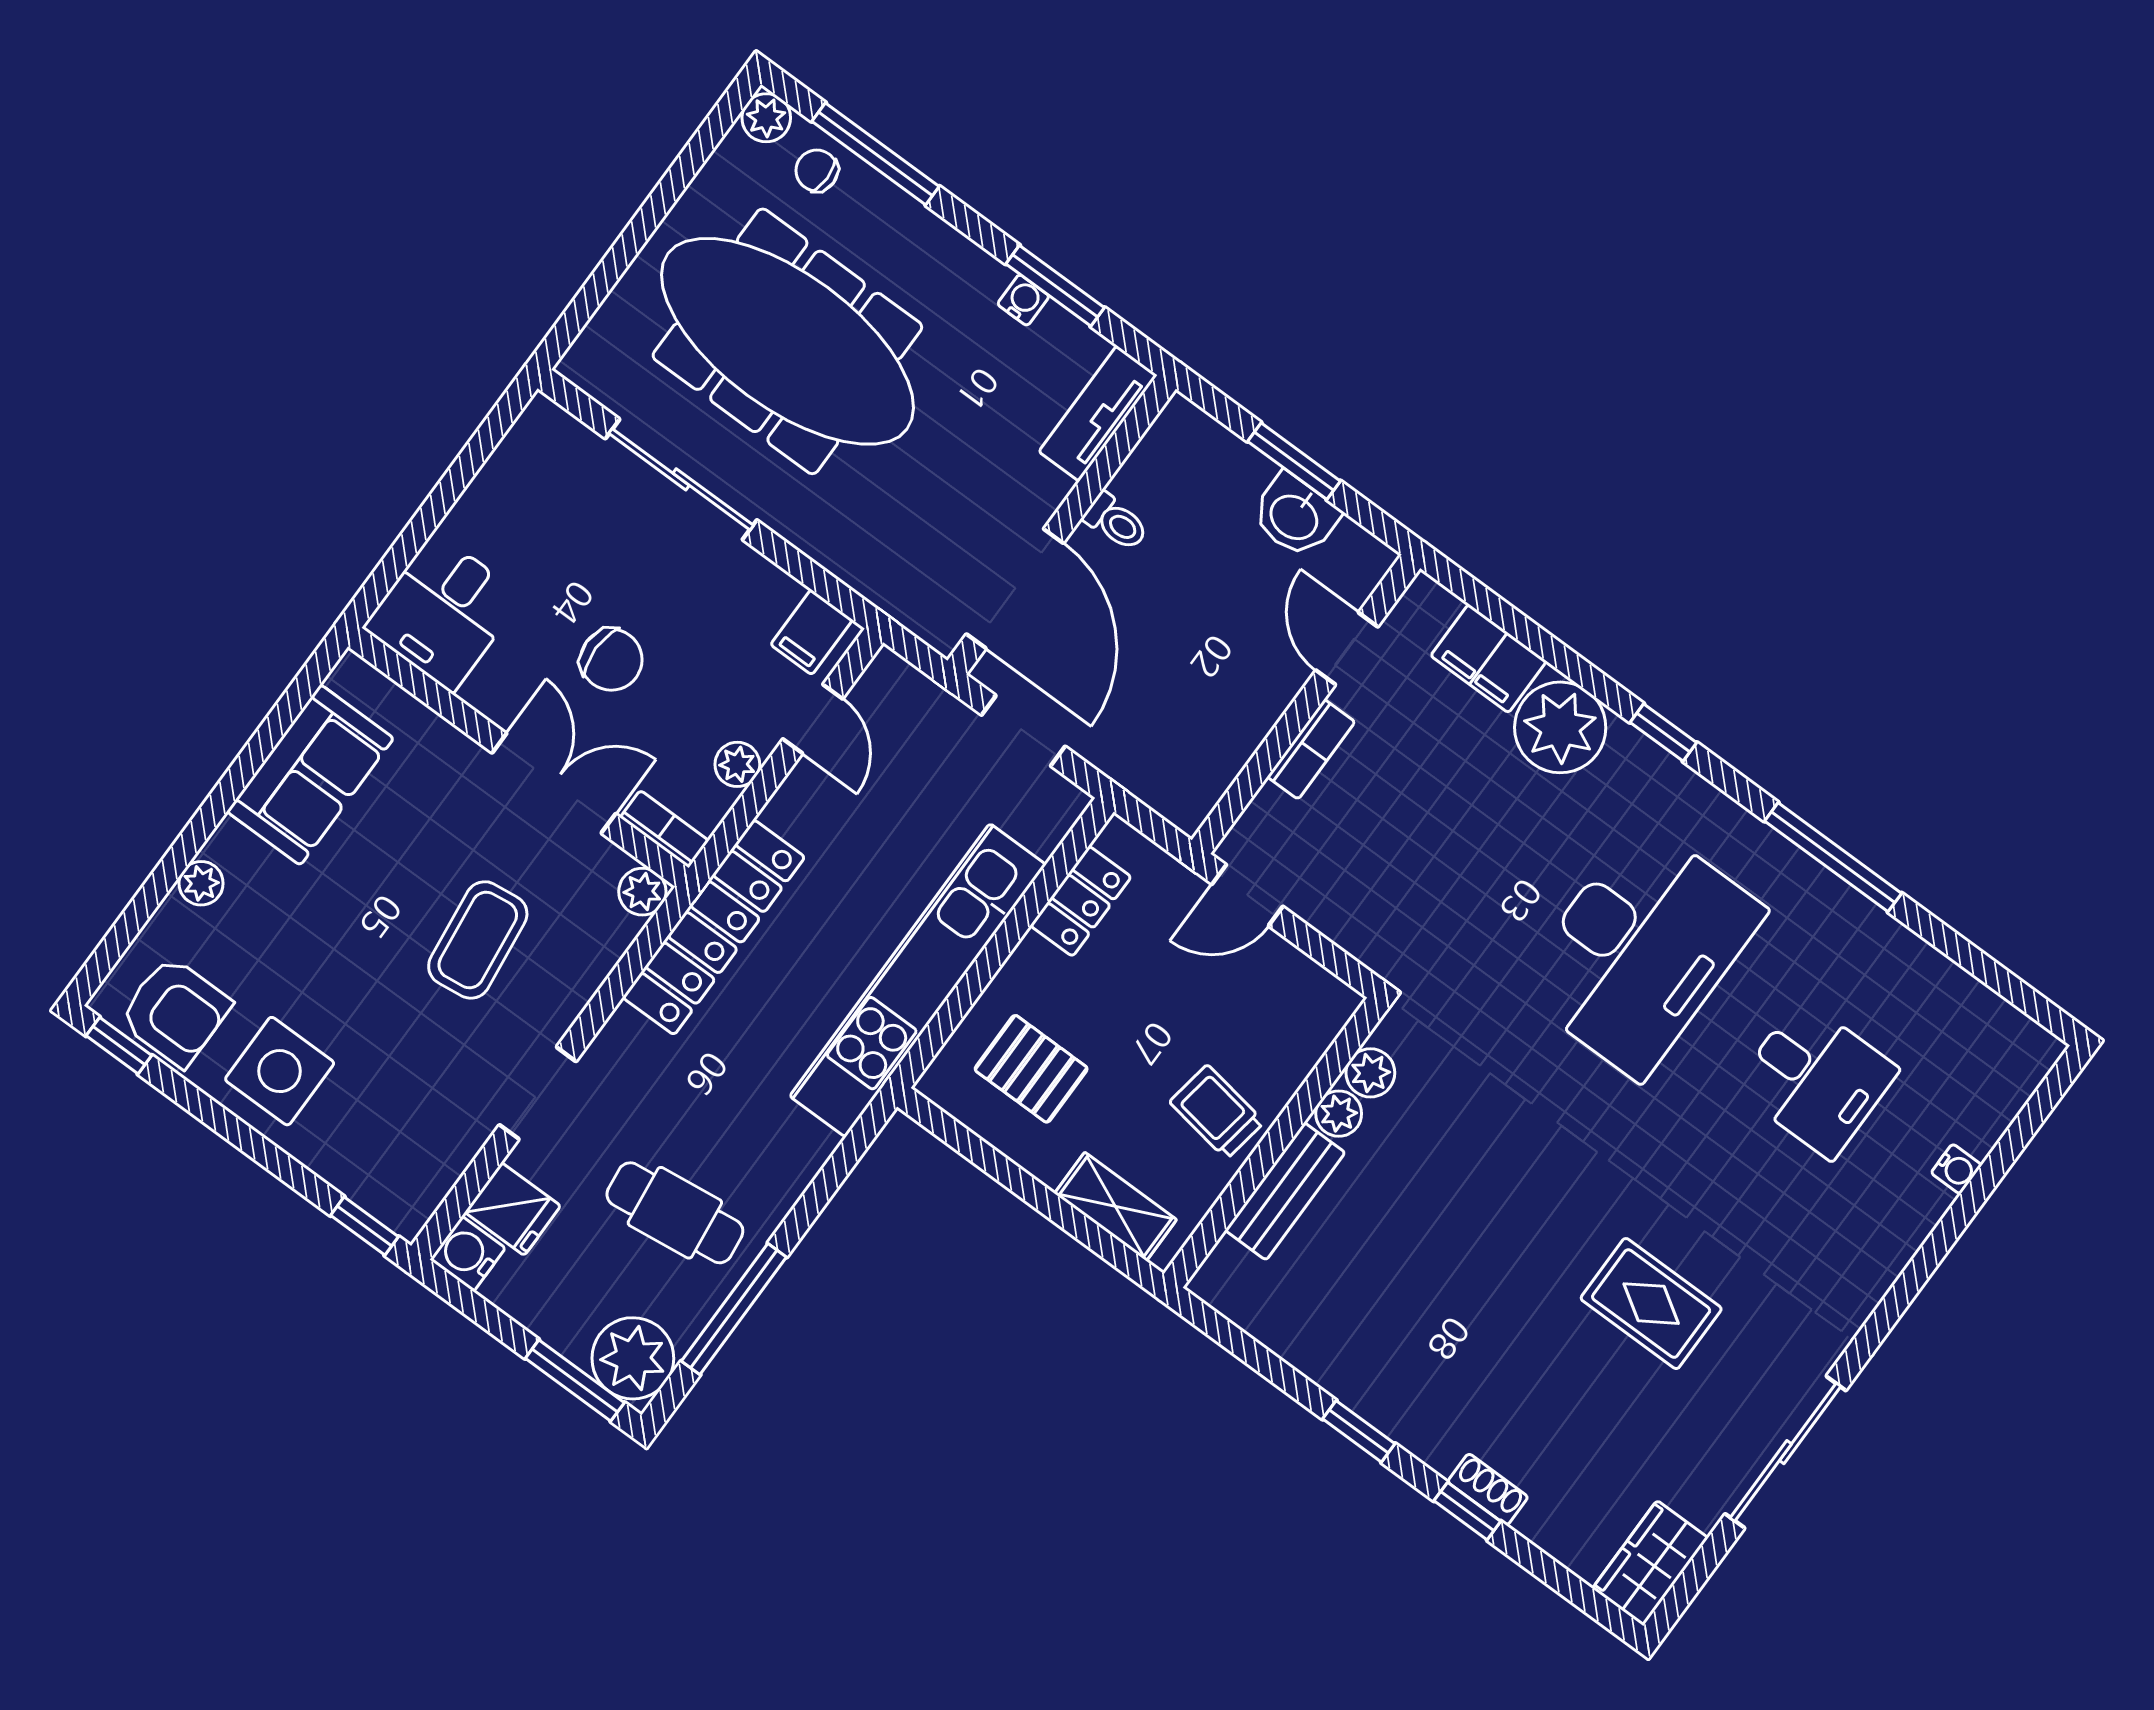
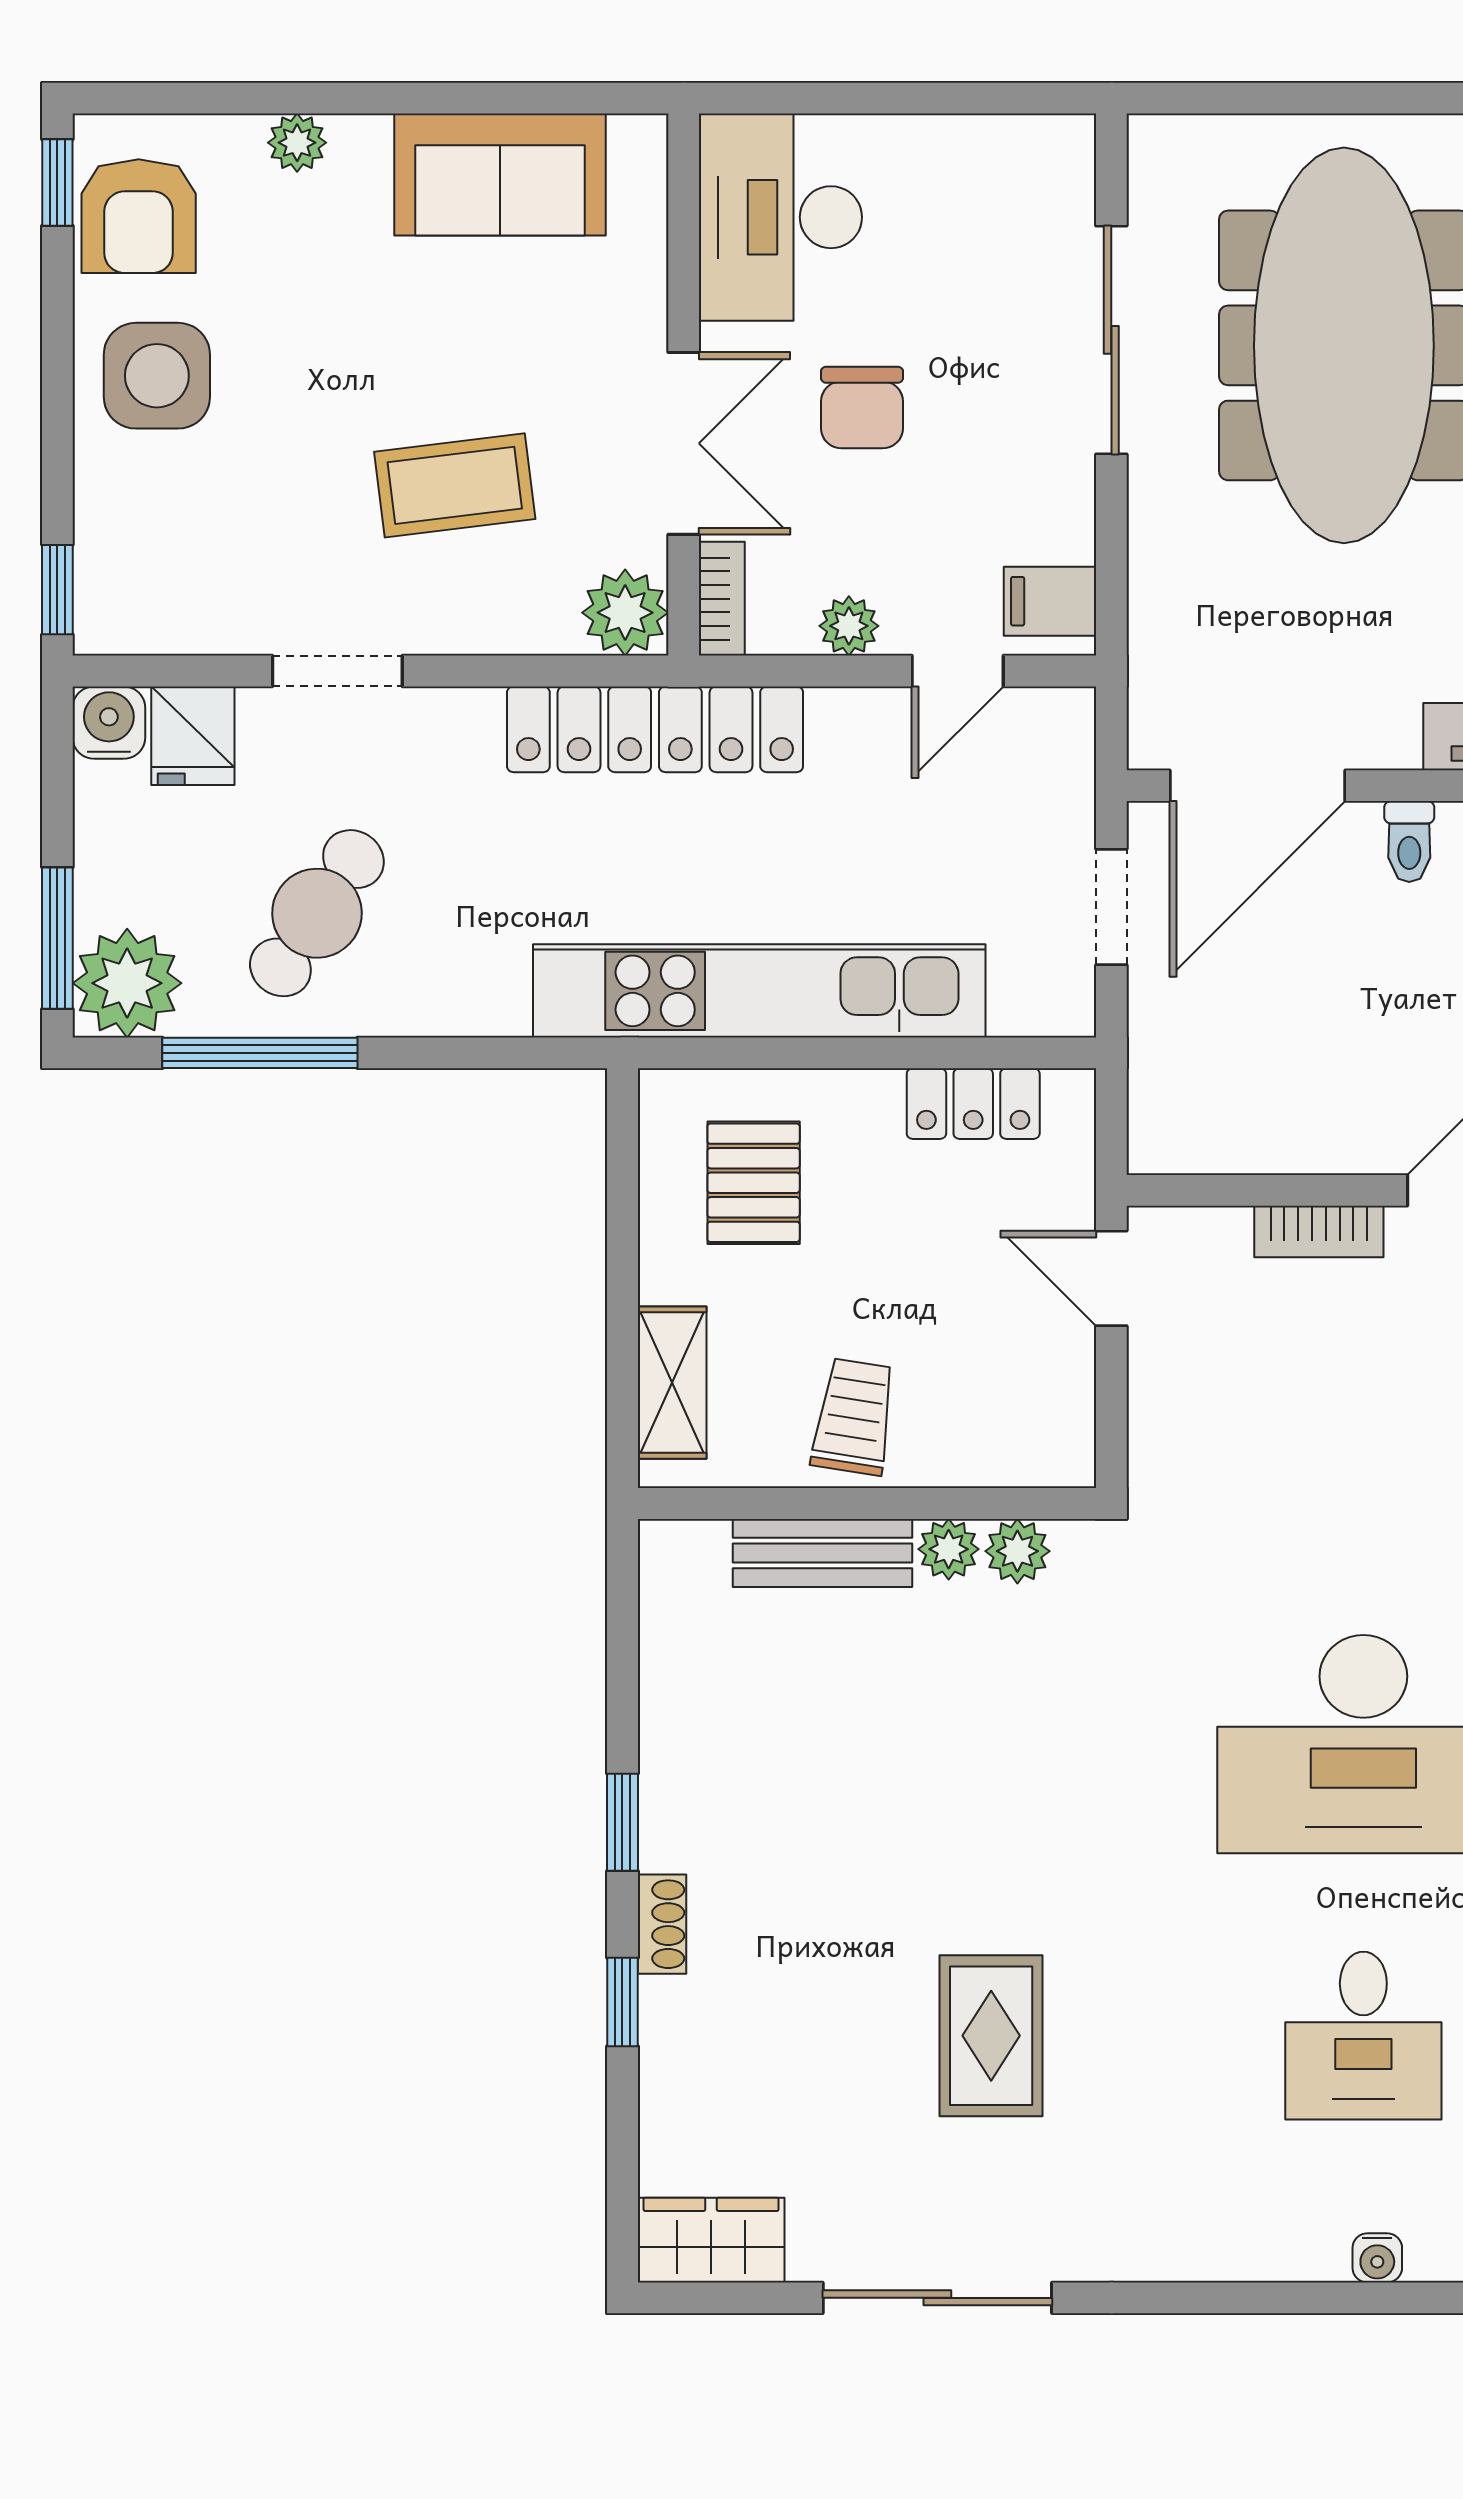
desk: (443, 612) -> (780, 217), width x1.37
plant: (642, 892) -> (625, 613), width x1.38, depth x1.38
cafe table: (675, 1213) -> (317, 913), turned 41
shoe rack: (1488, 1489) -> (662, 1924), moved

